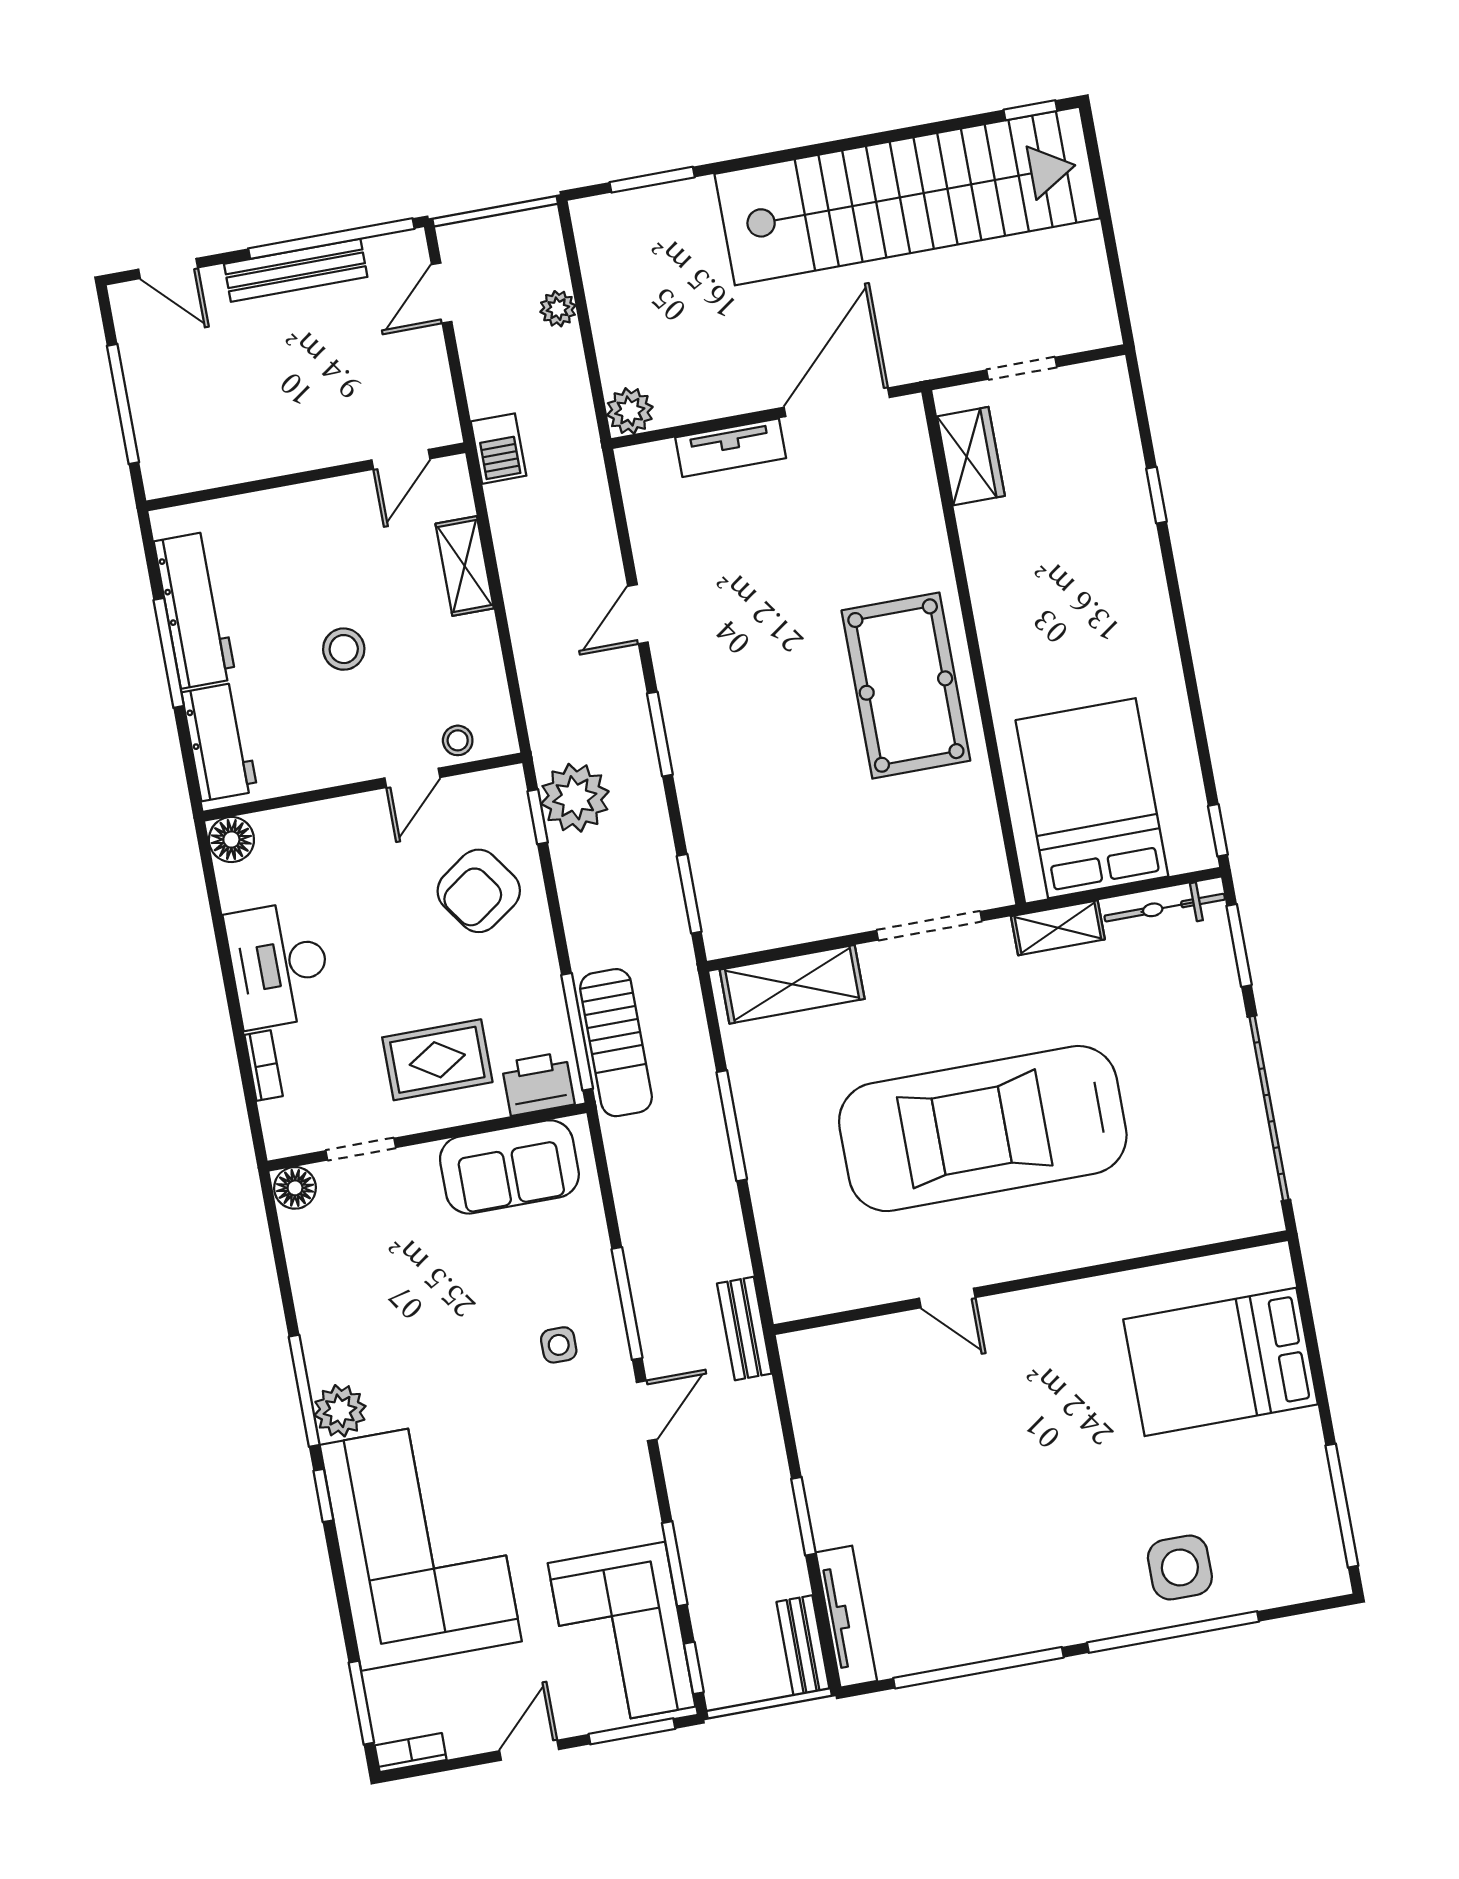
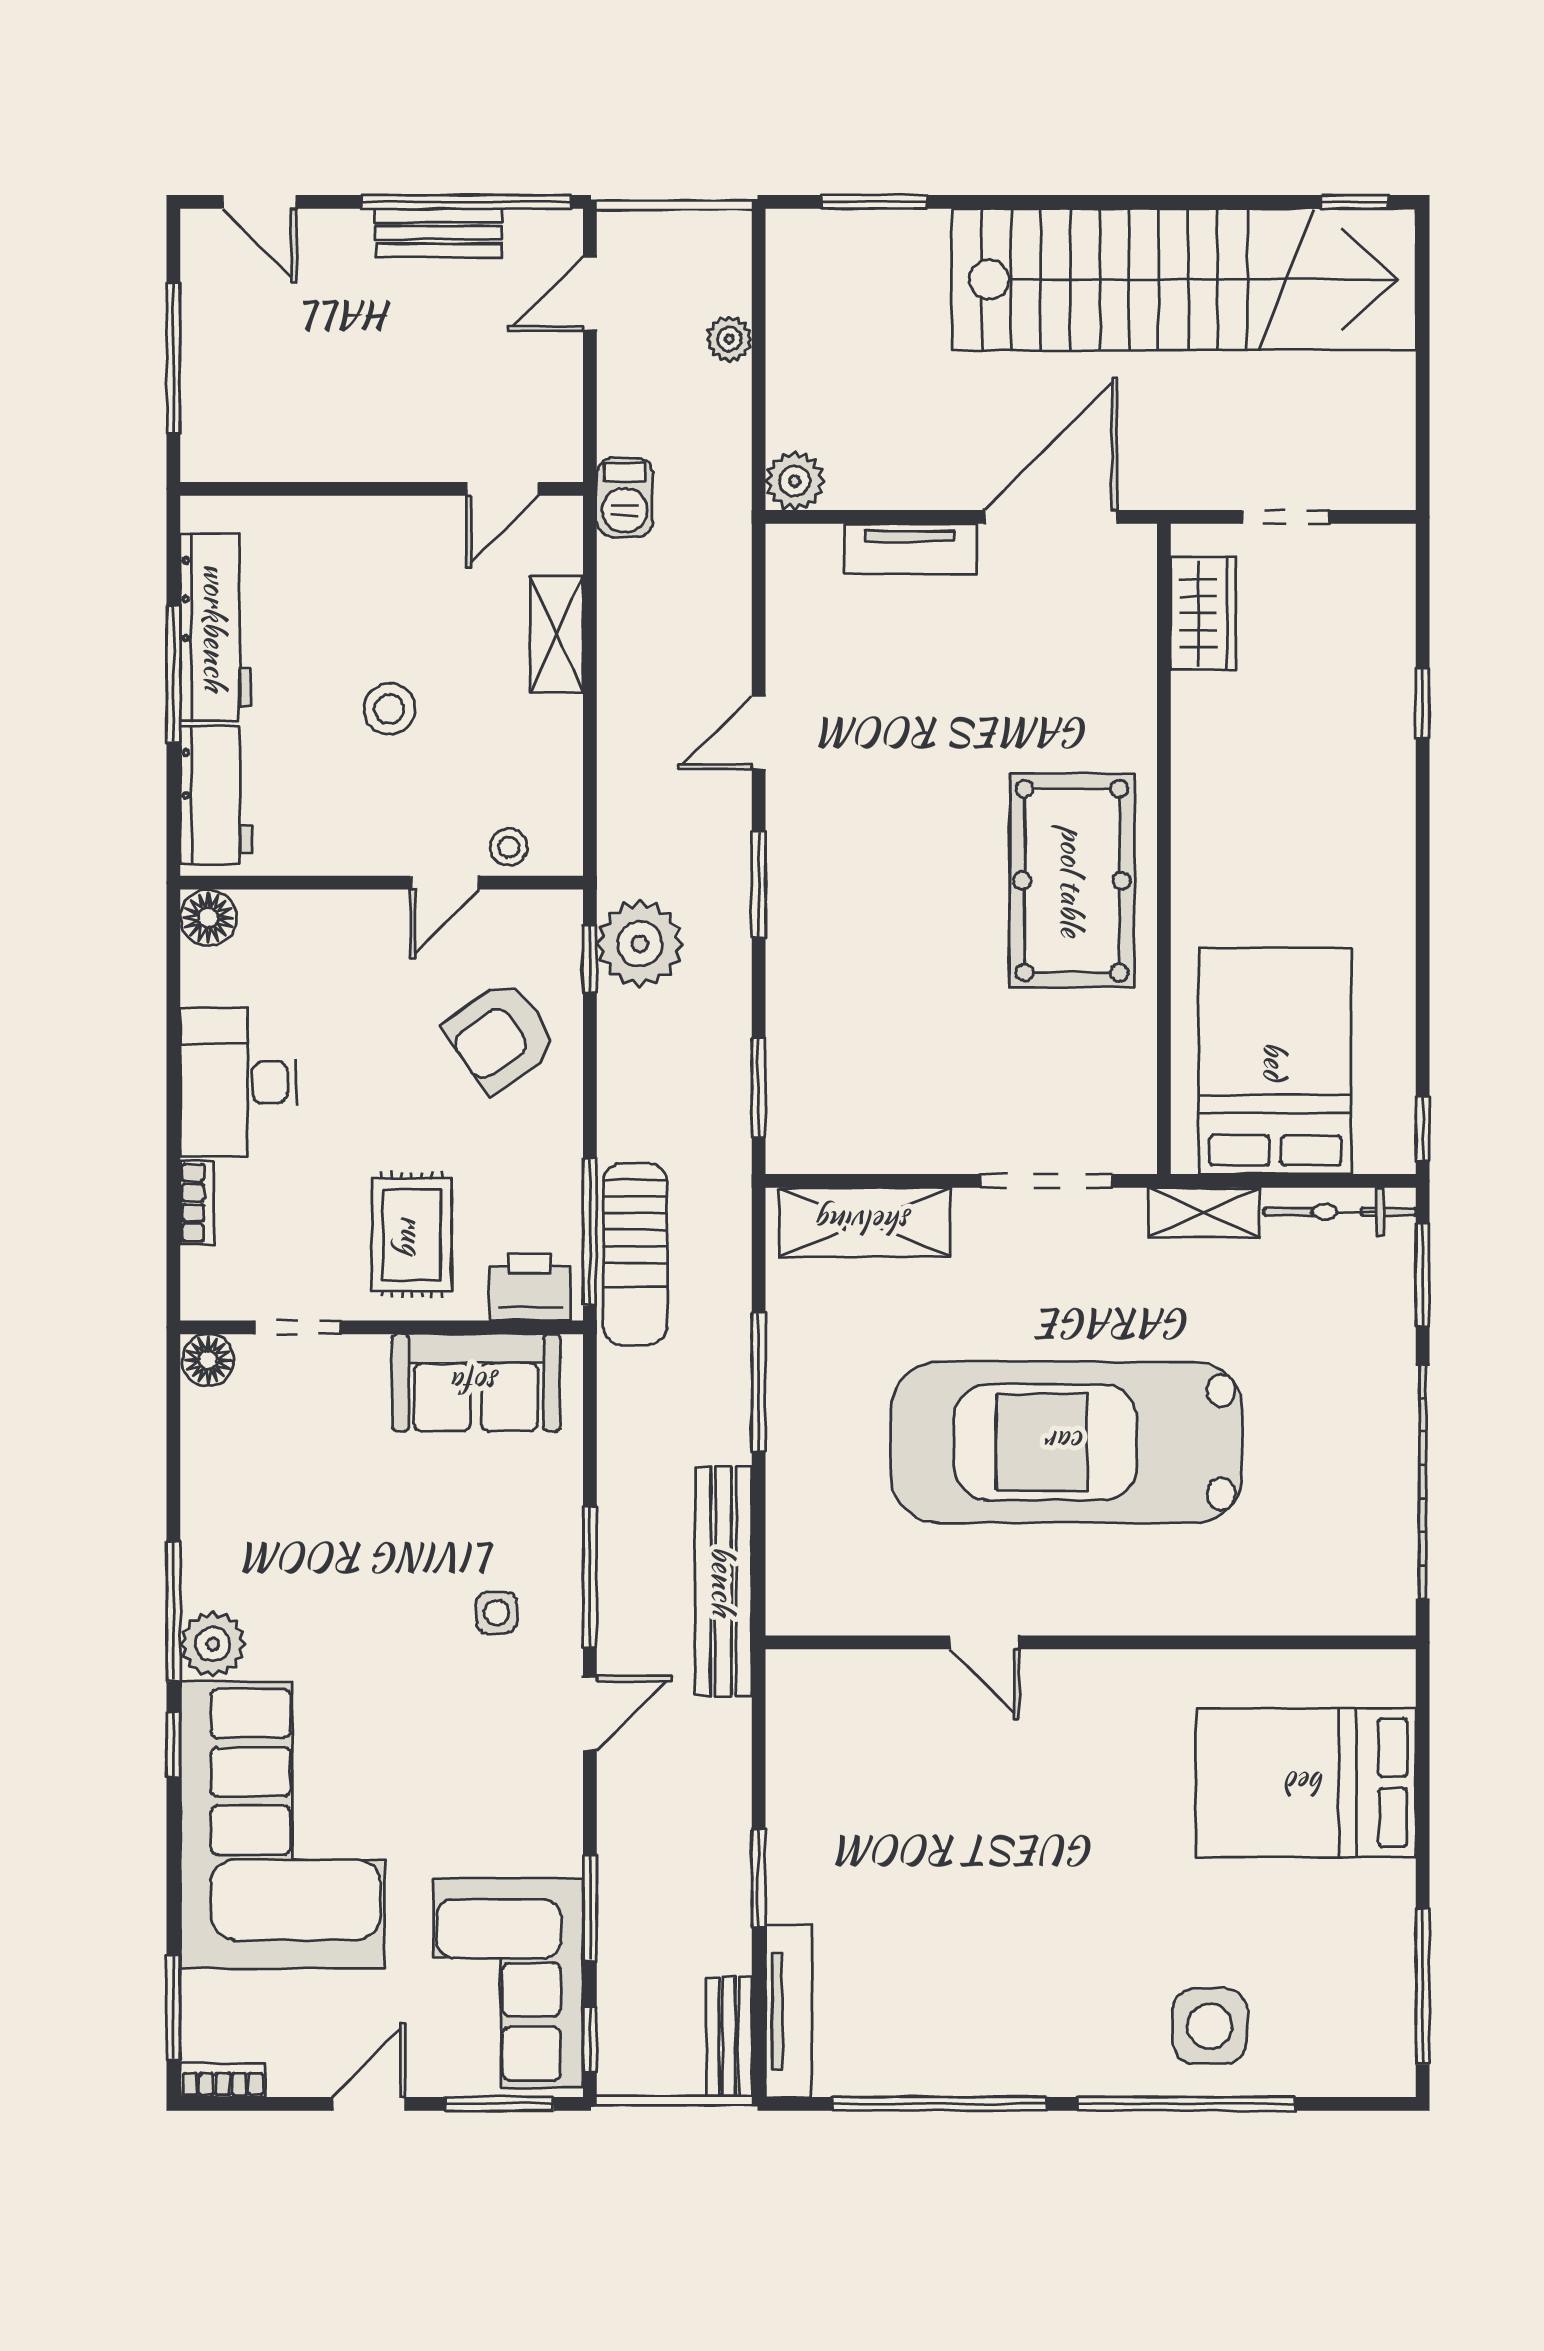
bench: (296, 270) -> (439, 233), width x0.73
rug: (437, 1060) -> (412, 1235), turned 90
bench: (744, 1328) -> (723, 1581), width x1.86, depth x1.21

